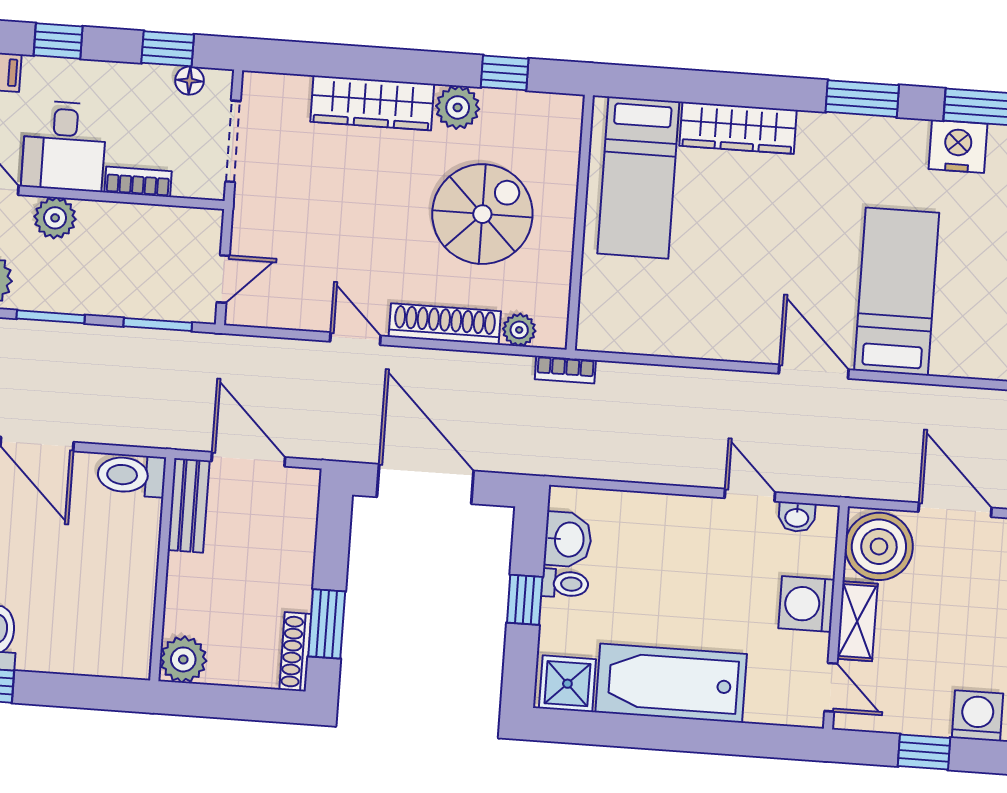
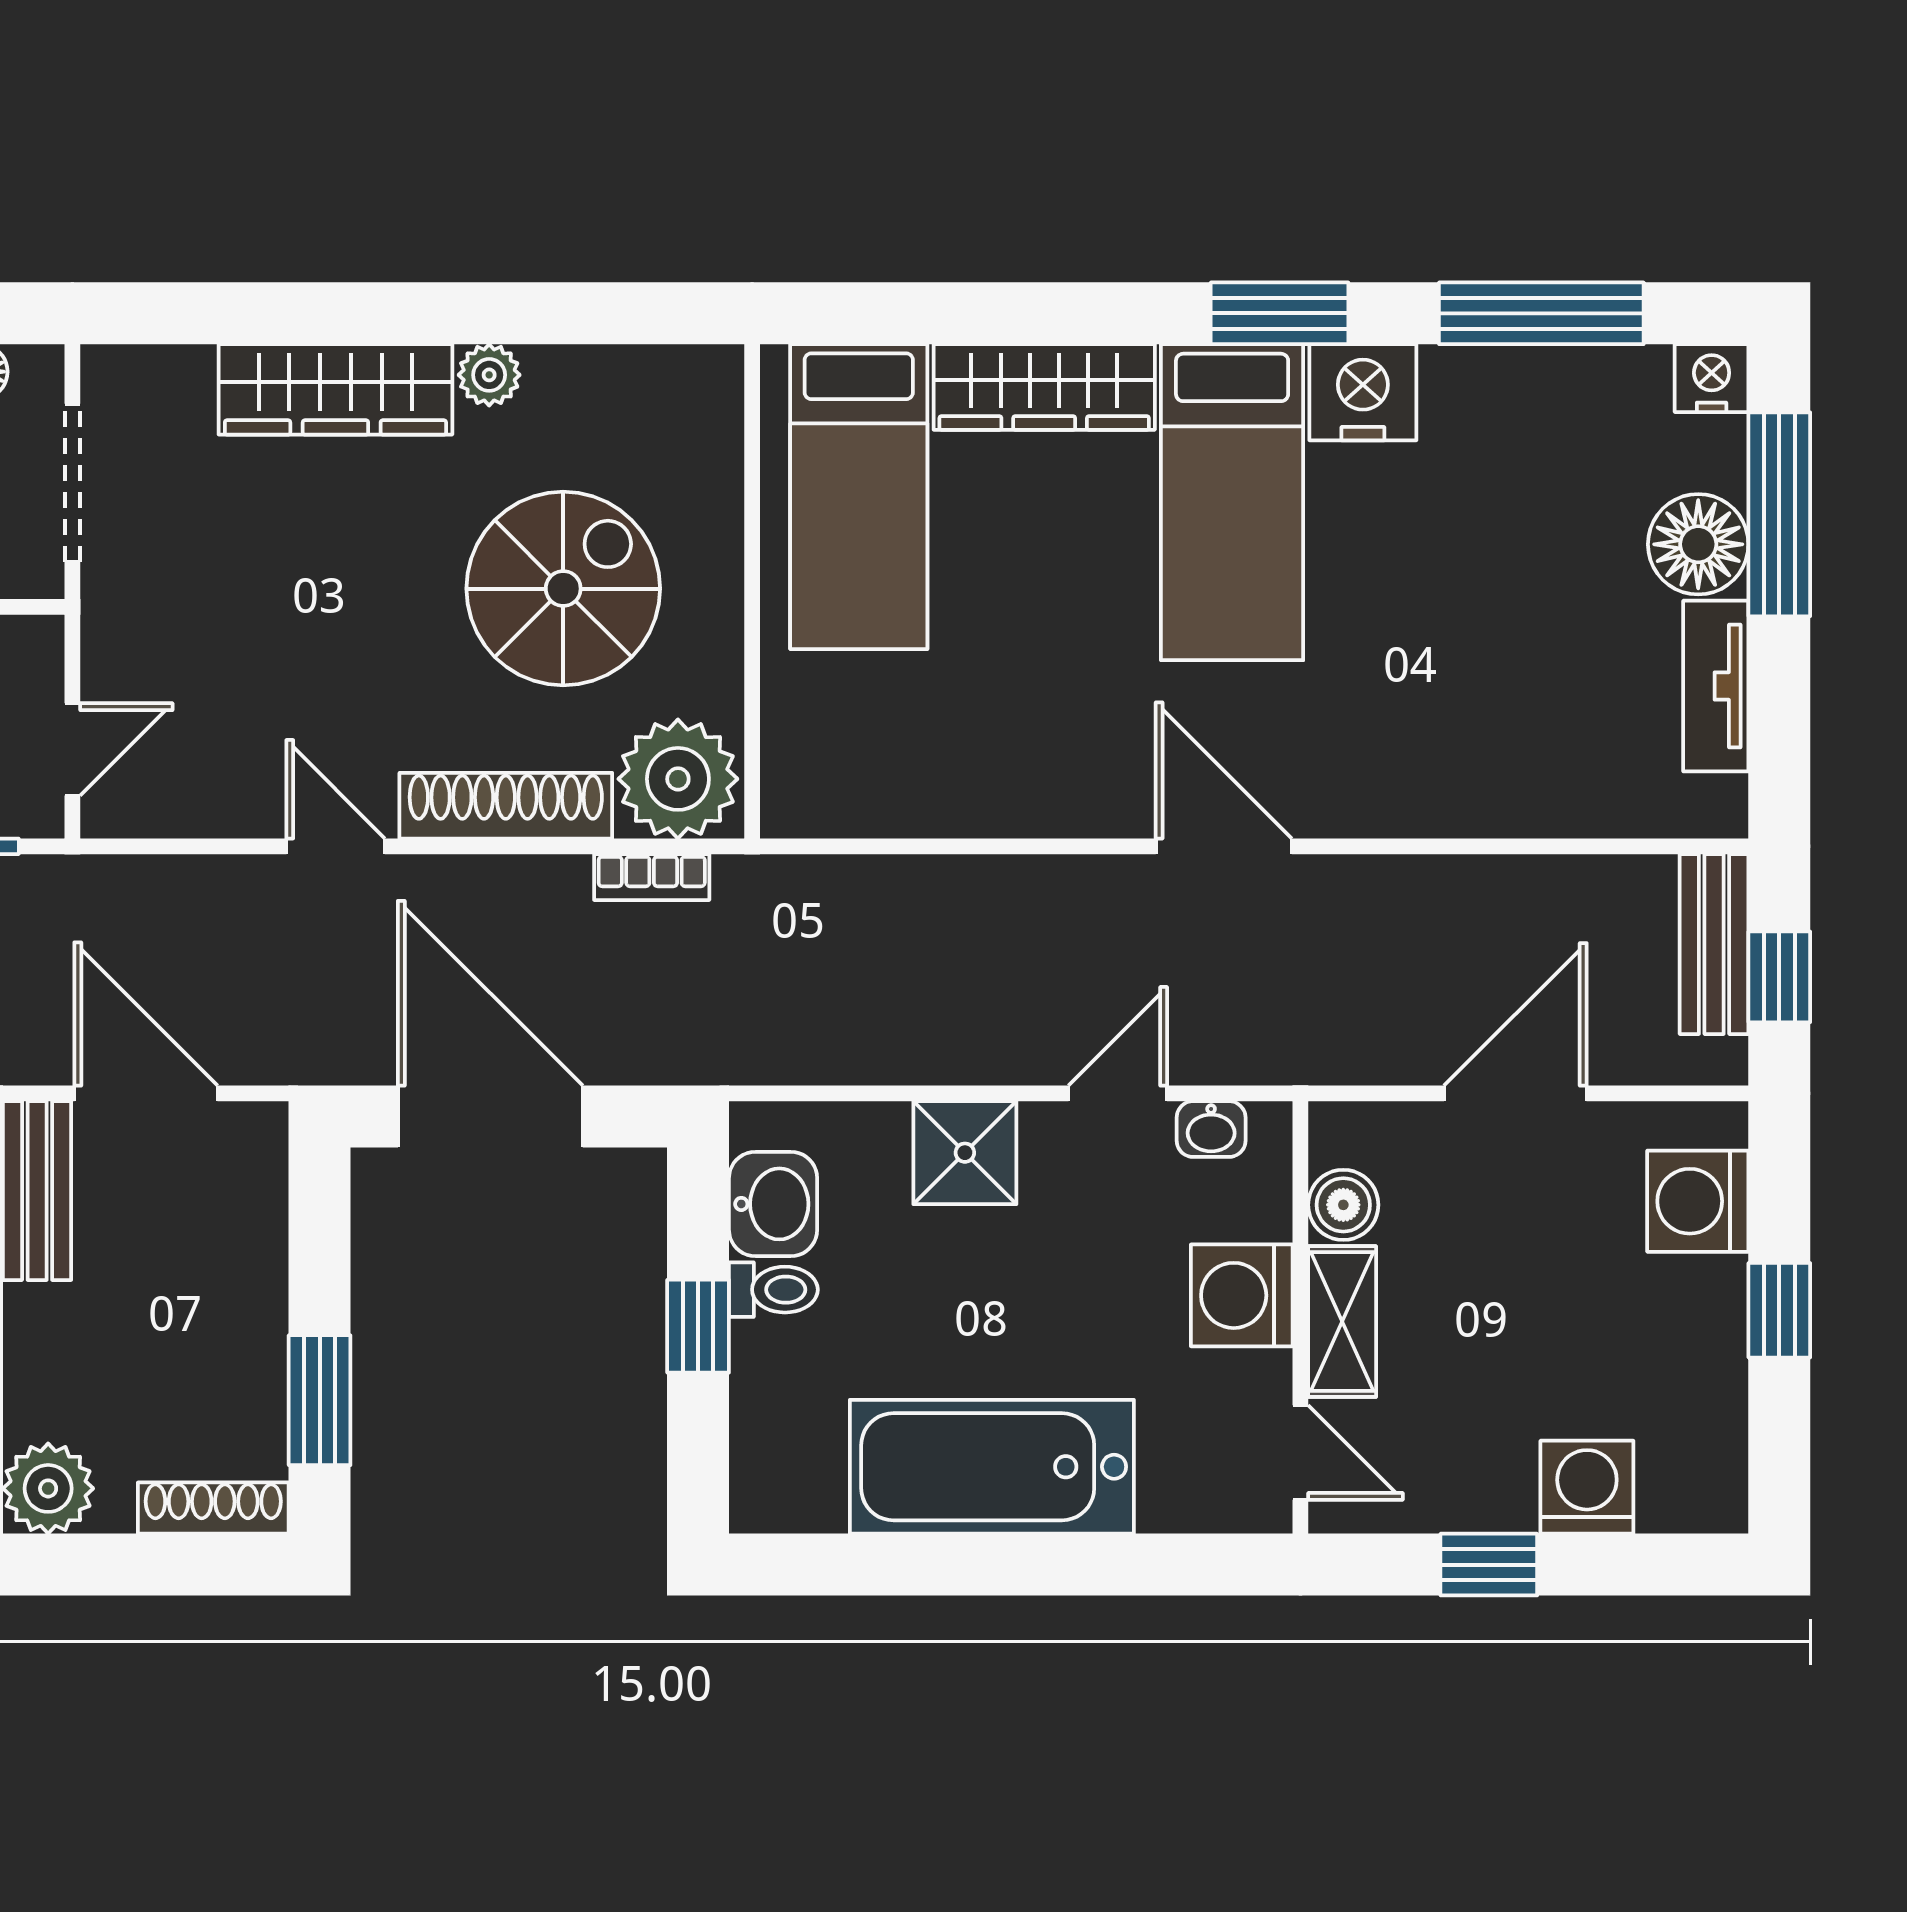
window: (505, 73) -> (587, 313), removed
plant: (458, 107) -> (489, 375), width x0.73, depth x0.73
nightstand: (958, 146) -> (1363, 392), moved
bed: (897, 292) -> (1232, 502), moved, turned 180
plant: (519, 330) -> (678, 779), width x1.87, depth x1.87
bookcase: (565, 370) -> (652, 877), moved
door: (750, 495) -> (1118, 1093), hinge flipped
door: (955, 510) -> (1515, 1093), hinge flipped
boiler: (879, 546) -> (1343, 1205), width x0.54, depth x0.54
shoe rack: (295, 652) -> (213, 1508), moved, turned 90
shower: (567, 684) -> (965, 1153), moved

